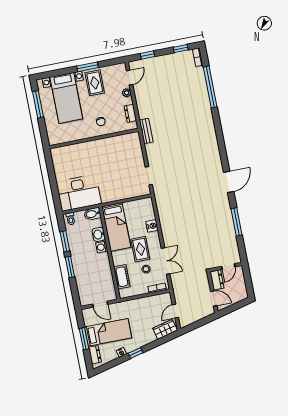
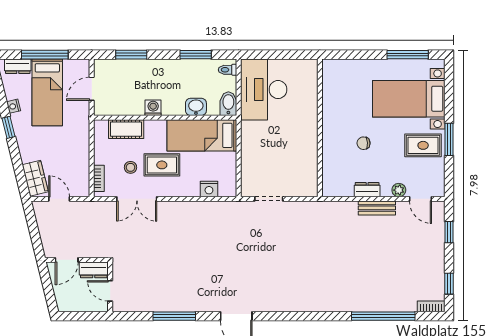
bench: (146, 131) -> (377, 208), moved
wall: (94, 139) -> (320, 128), moved
nightstand: (152, 226) -> (209, 189), moved
washing machine: (102, 247) -> (153, 108), moved
window: (70, 267) -> (131, 55), moved
window: (84, 339) -> (45, 55), width x1.44

